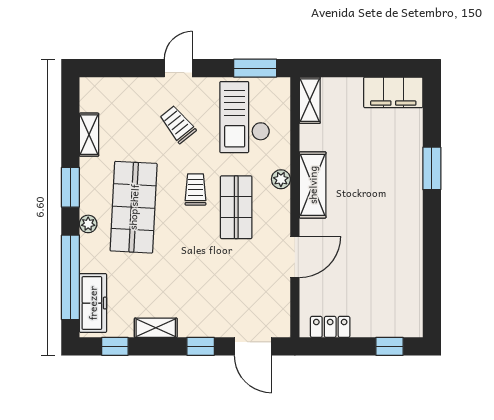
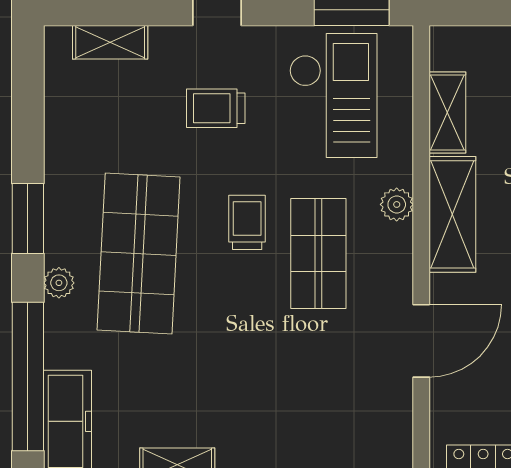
shelving: (310, 100) -> (447, 113), moved
checkout: (245, 117) -> (333, 96), turned 180
trolley: (178, 124) -> (216, 108), turned -51
shelving: (89, 135) -> (110, 42), moved, turned 90

